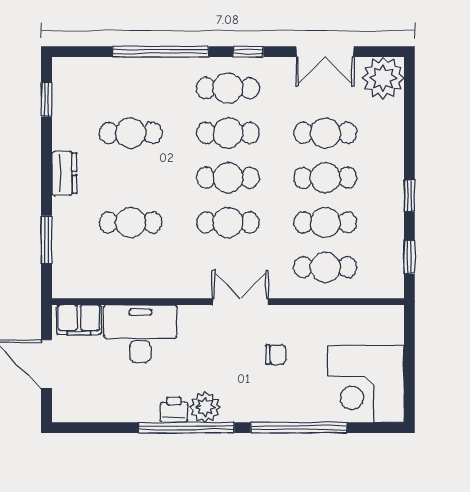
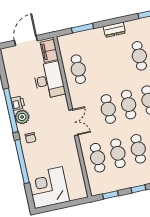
cafe table: (131, 222) -> (78, 69), moved
chair: (276, 355) -> (31, 138), moved

